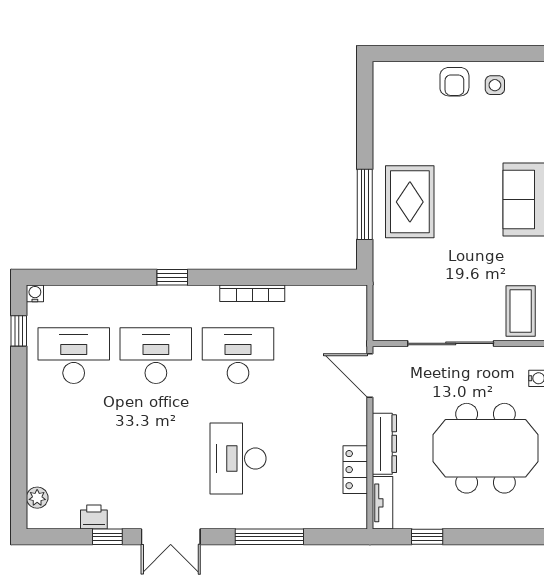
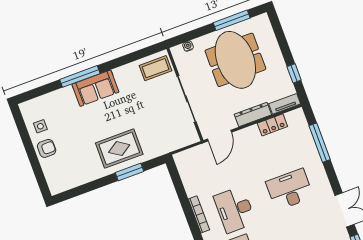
window: (365, 204) -> (129, 172), width x0.69
desk: (238, 459) -> (290, 189), turned 180
window: (269, 537) -> (320, 143), moved

